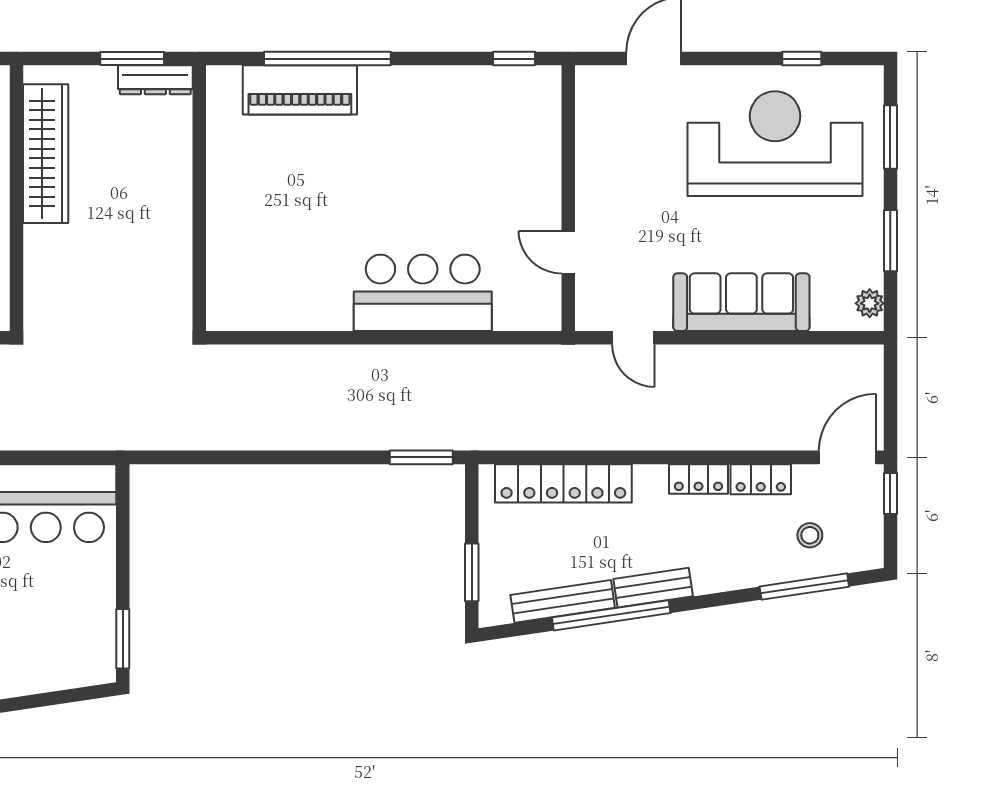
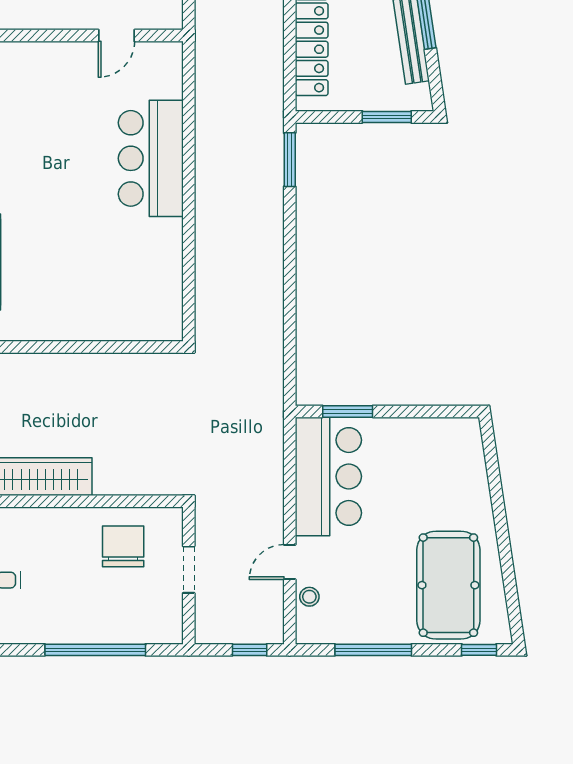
window: (123, 639) -> (348, 411), moved

